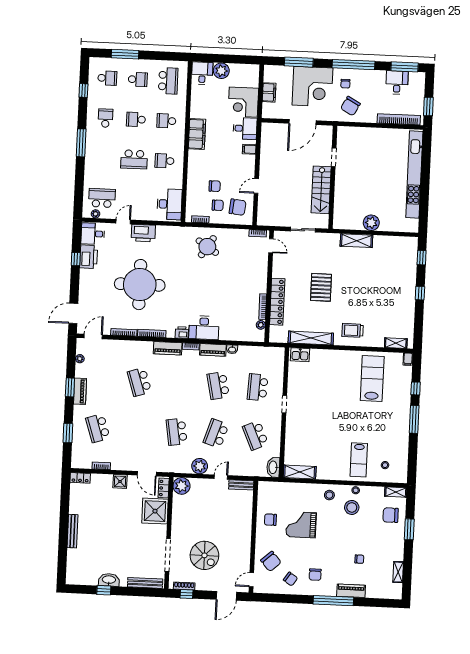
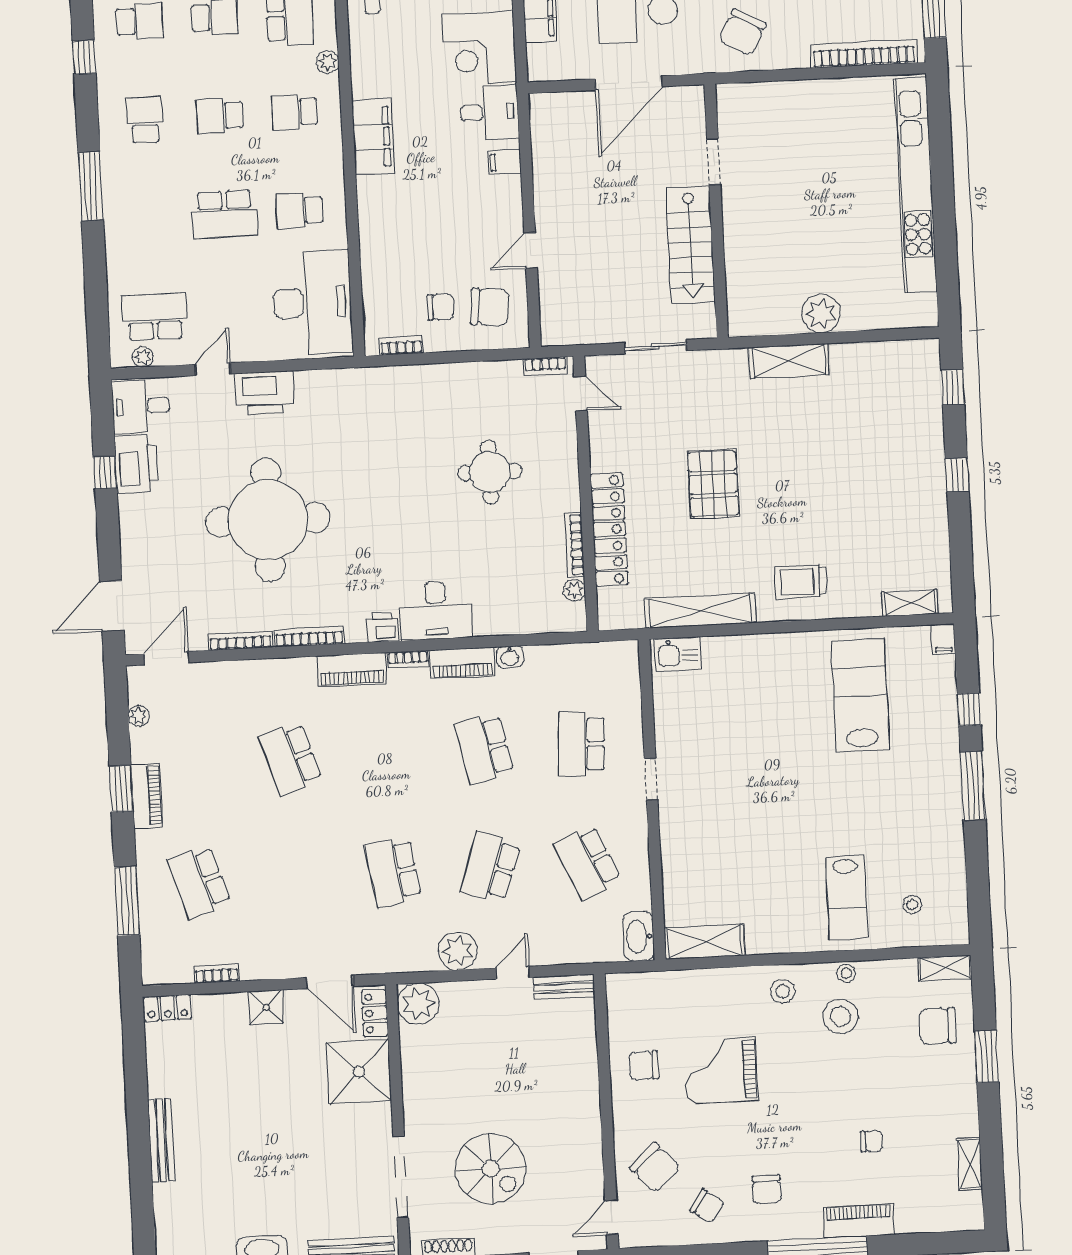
plant: (182, 102) -> (328, 62), added
chair: (215, 186) -> (428, 261), removed
desk: (169, 204) -> (312, 302), width x1.36, depth x1.30
round table: (207, 247) -> (490, 472), moved, turned -33
window: (68, 433) -> (127, 901), width x1.44

